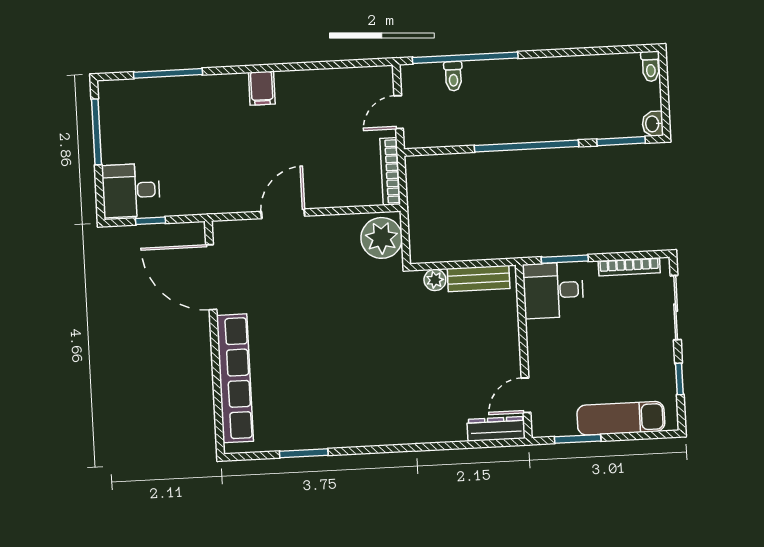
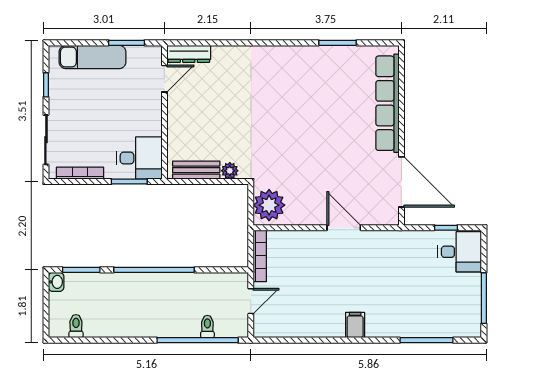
toilet: (651, 66) -> (76, 326), moved
door: (283, 214) -> (344, 228), swing flipped

